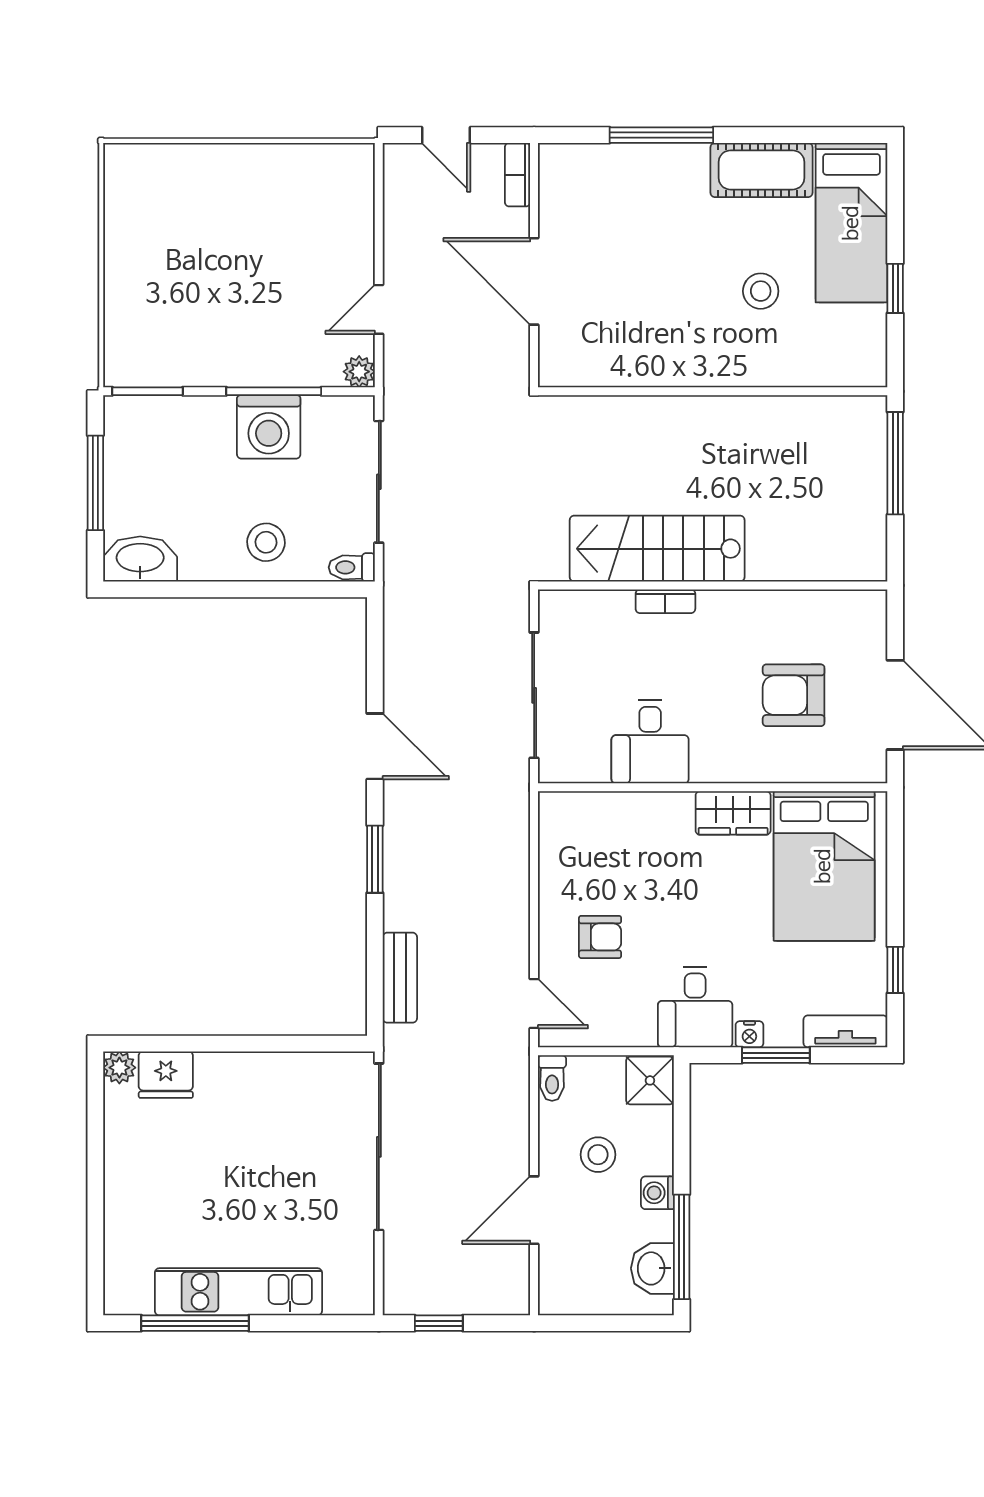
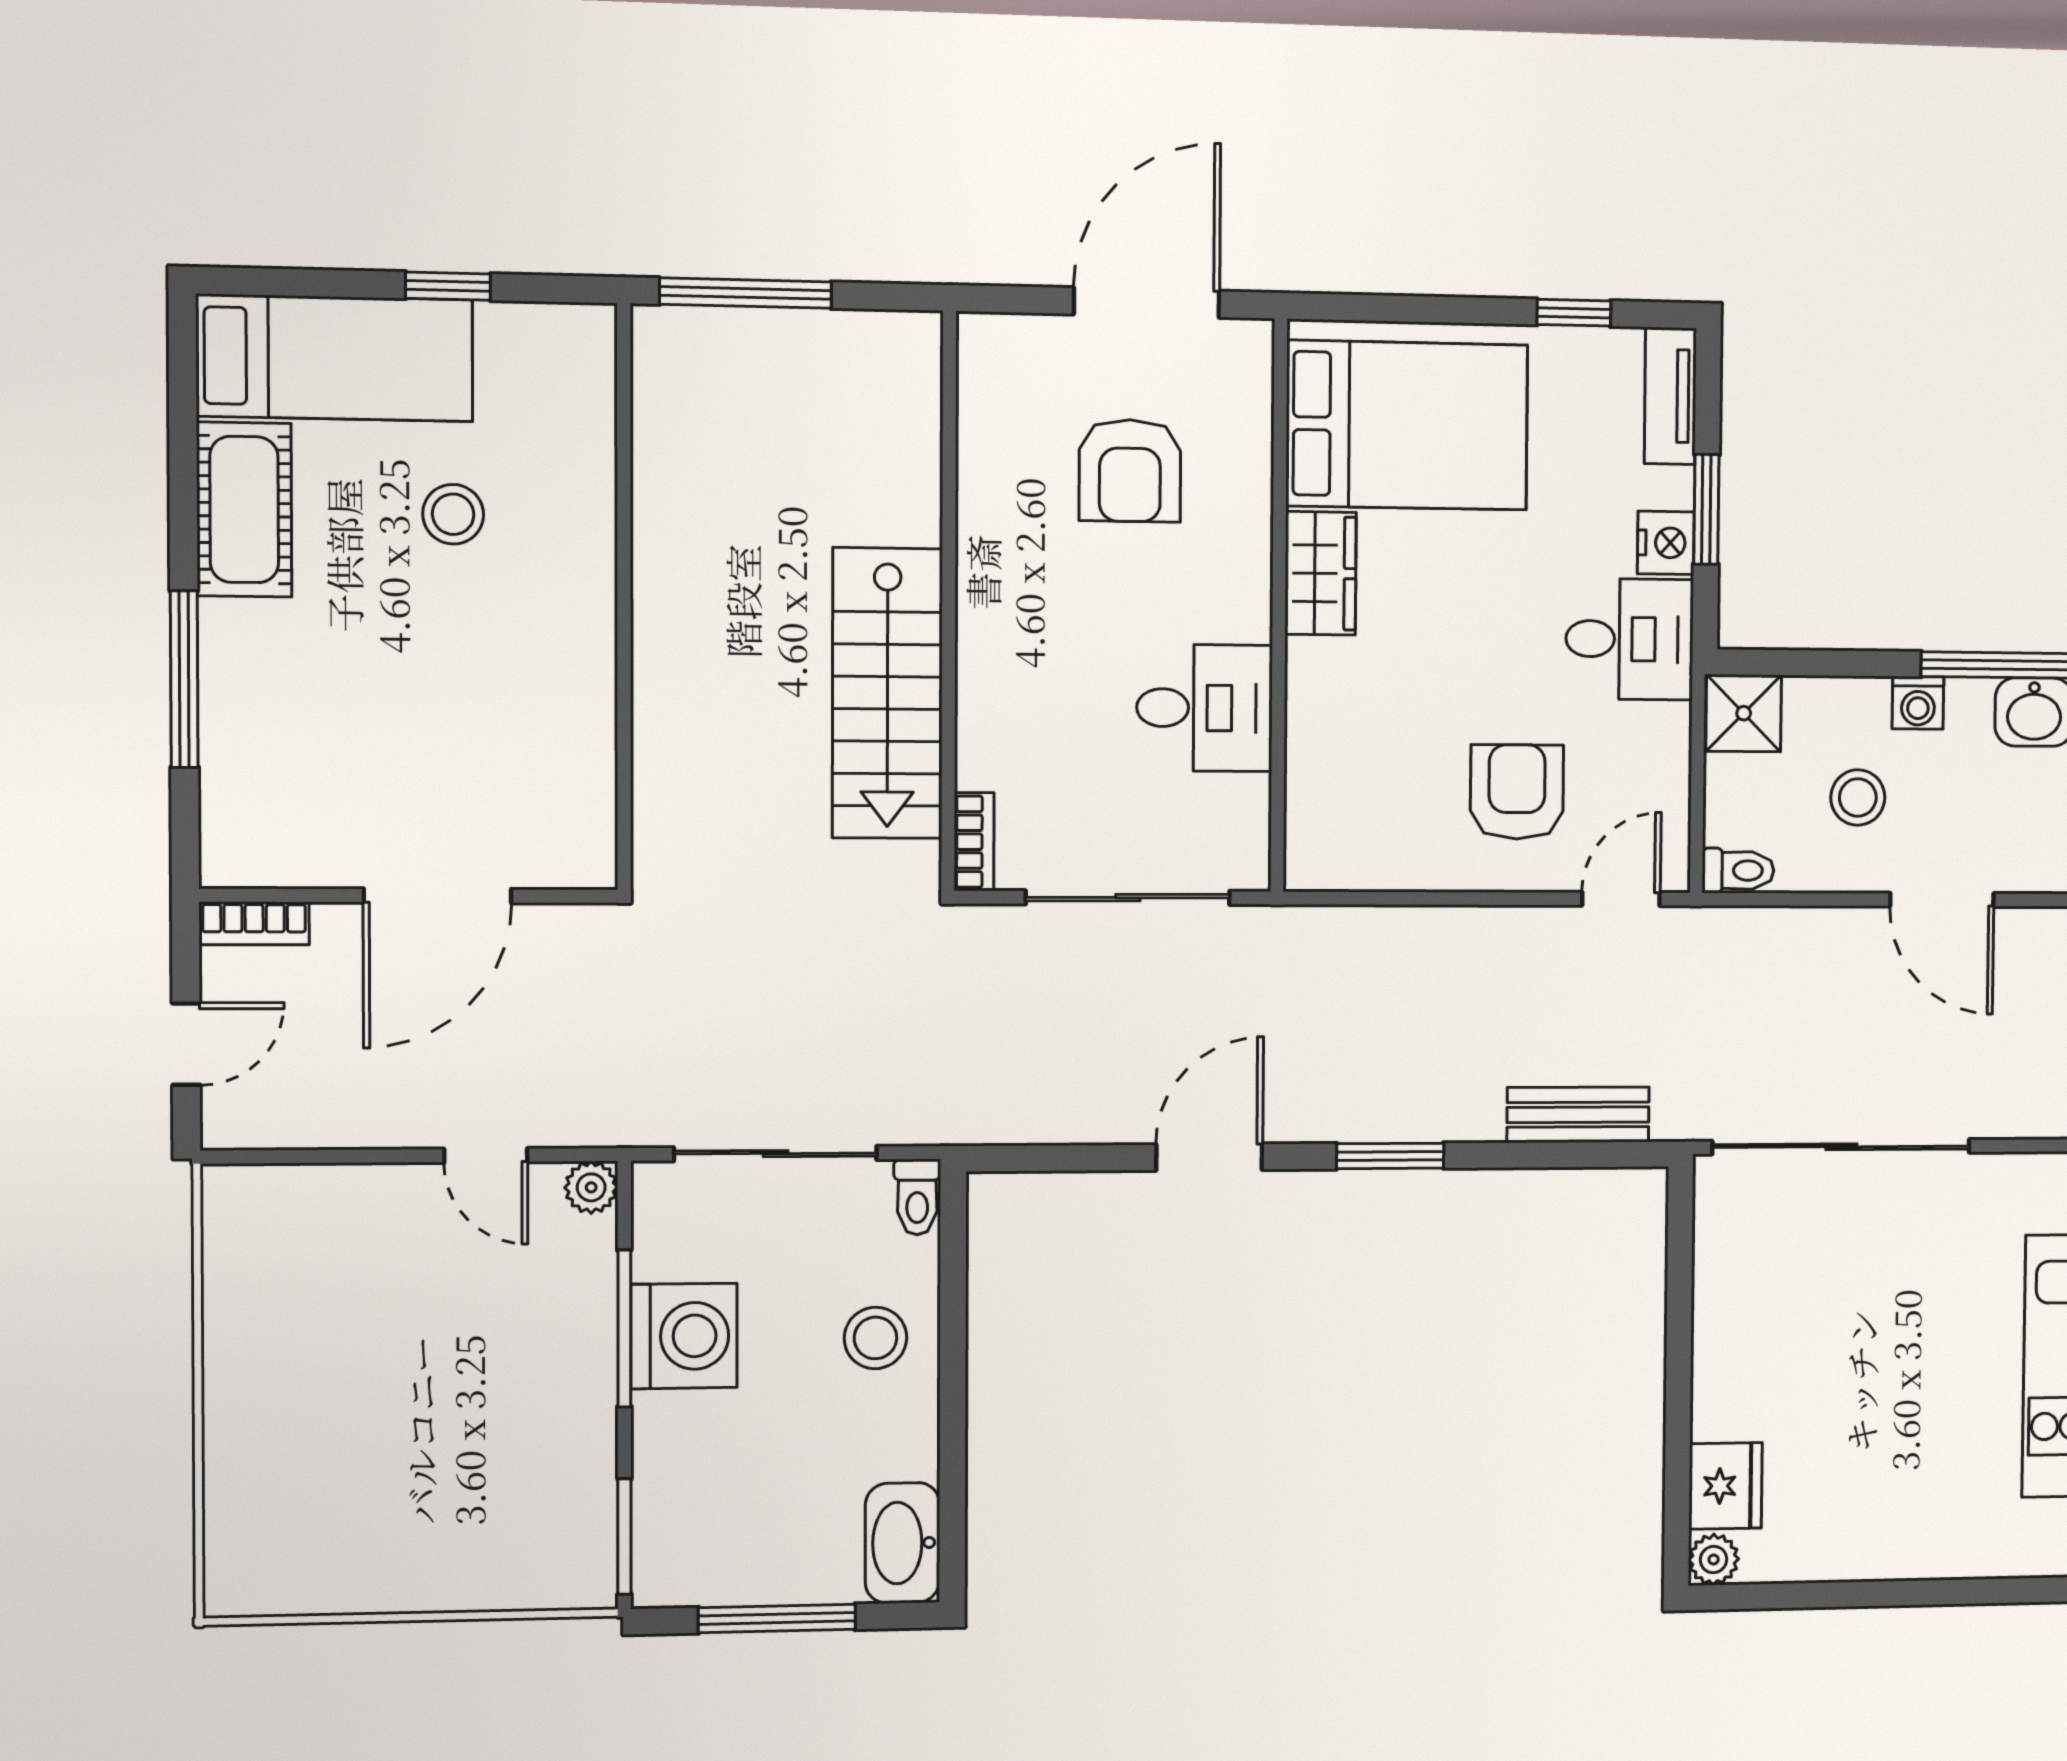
bookcase: (665, 601) -> (974, 842), moved
armchair: (600, 937) -> (1517, 792), width x1.38, depth x1.38
nightstand: (749, 1034) -> (1666, 543), width x1.39, depth x1.35

